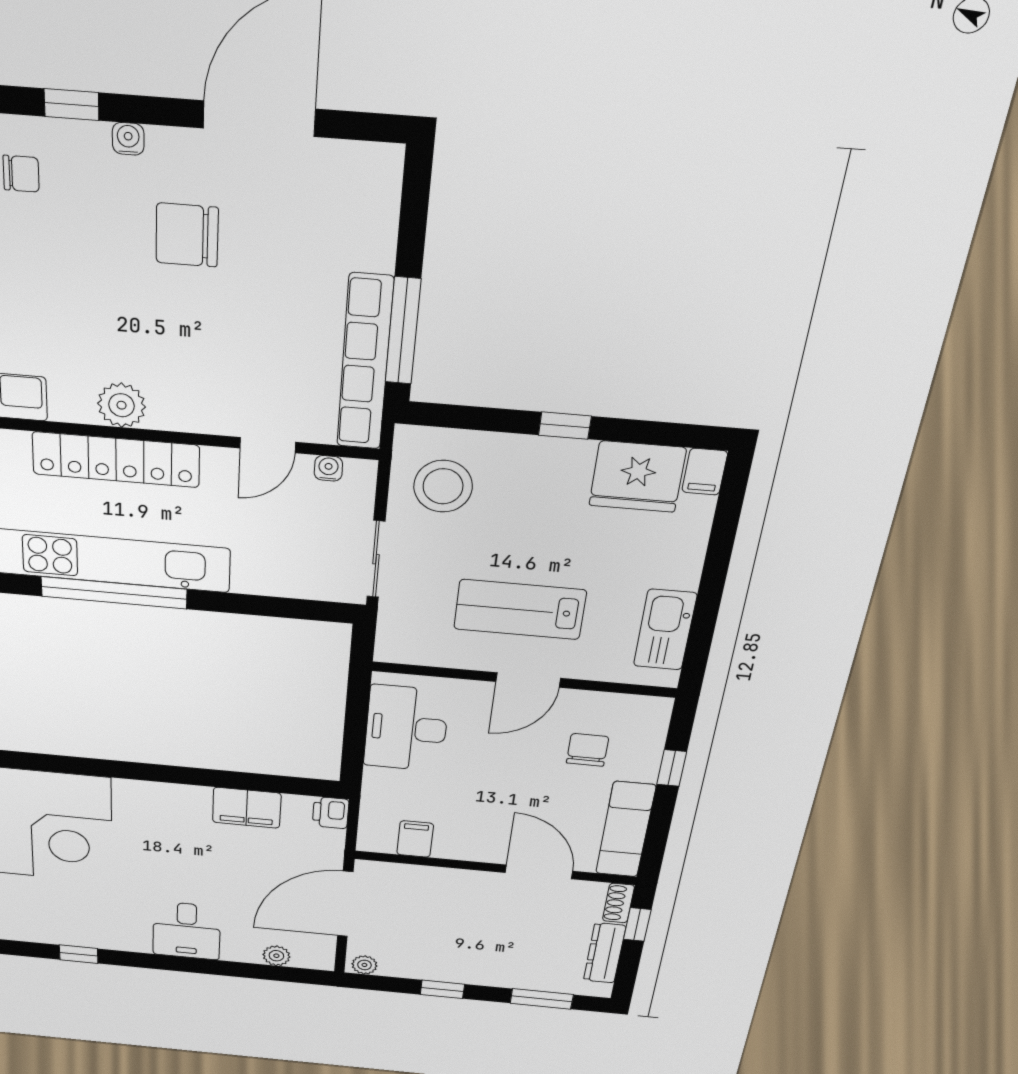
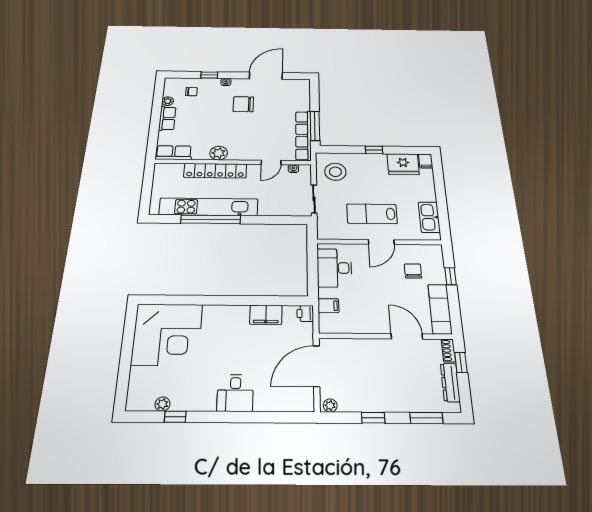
filing cabinet: (415, 839) -> (328, 306), moved, turned 90
plant: (276, 956) -> (163, 404), moved

